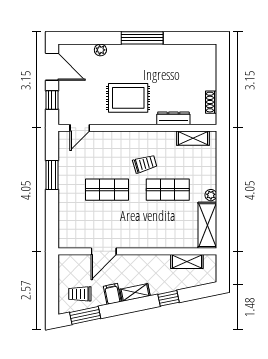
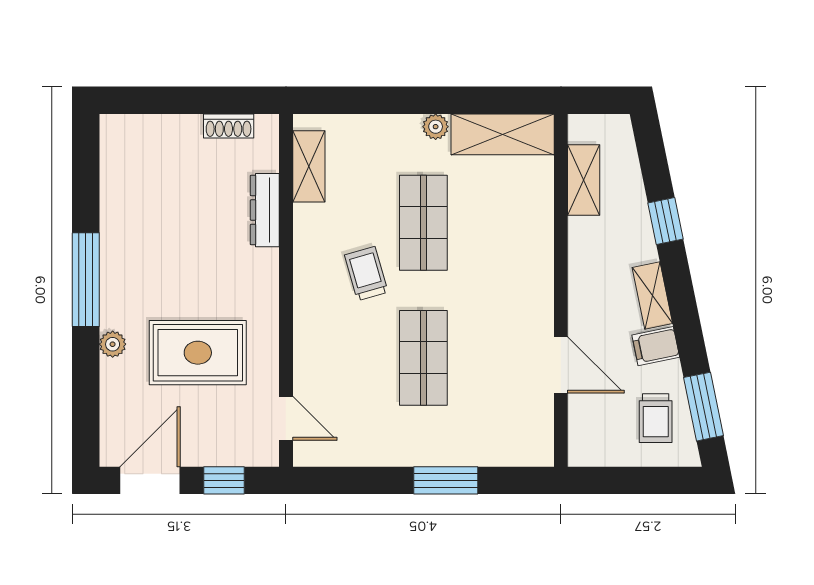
plant: (100, 50) -> (113, 344), moved
rug: (128, 98) -> (198, 353), moved, turned 90
window: (52, 175) -> (446, 480), moved

